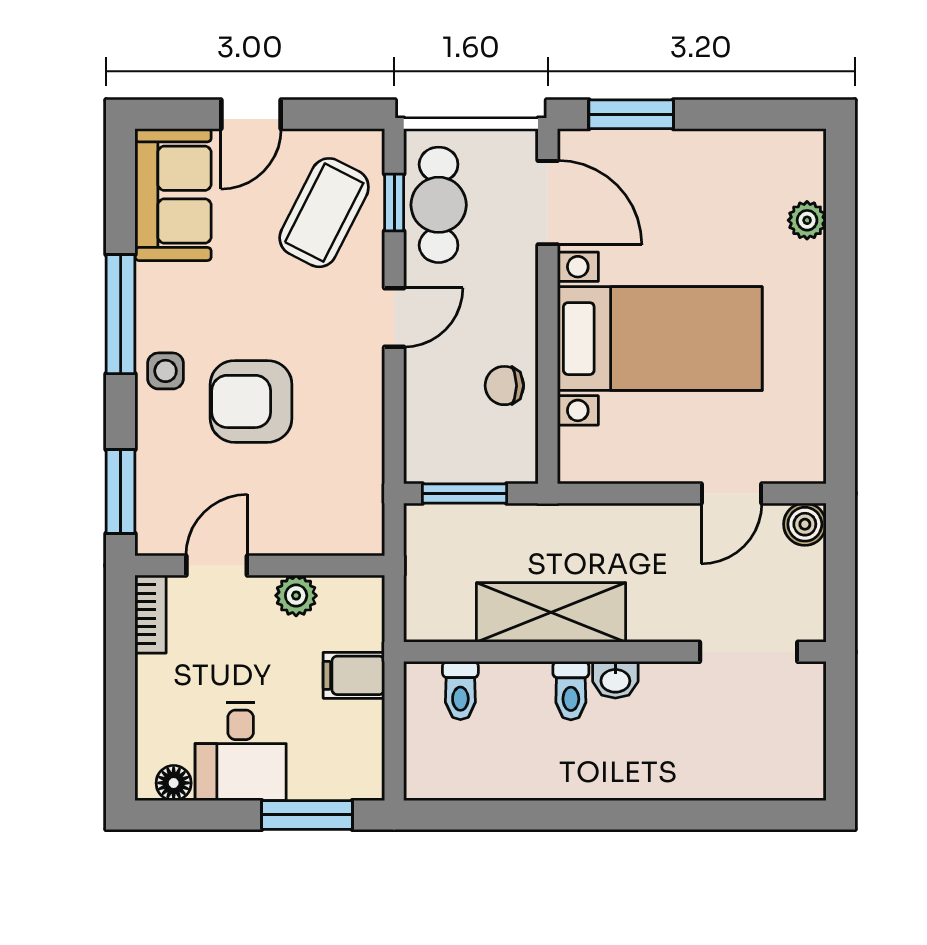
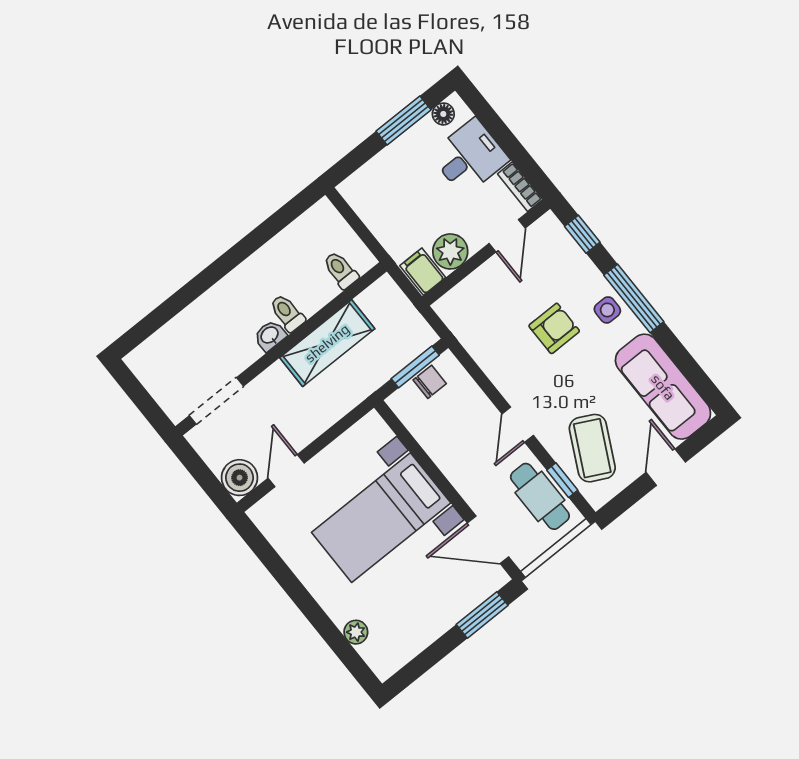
sofa: (173, 195) -> (663, 387), width x1.36
window: (121, 314) -> (634, 298), moved
chair: (504, 386) -> (430, 382), moved
armchair: (251, 401) -> (554, 328), width x0.72, depth x0.72
window: (121, 492) -> (582, 234), width x0.67
boiler: (805, 524) -> (239, 478), width x1.36, depth x1.36
plant: (296, 596) -> (450, 251), width x1.38, depth x1.38
filing cabinet: (354, 675) -> (423, 272), moved, turned -90
desk: (241, 751) -> (469, 157), moved, turned 90
window: (307, 815) -> (403, 121), moved

